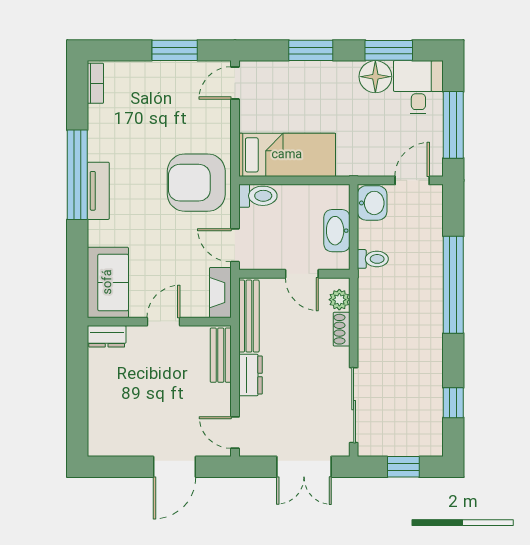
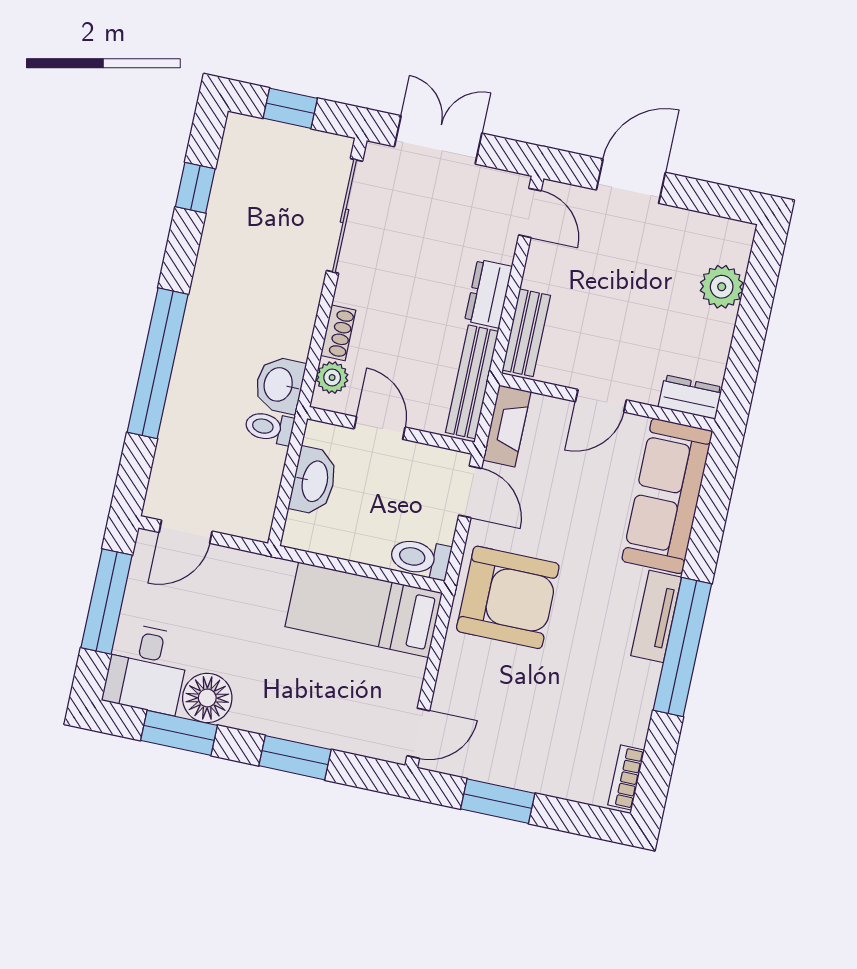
washbasin: (372, 203) -> (280, 385), moved
sofa: (108, 282) -> (667, 496), width x1.36
plant: (102, 412) -> (722, 287), added

